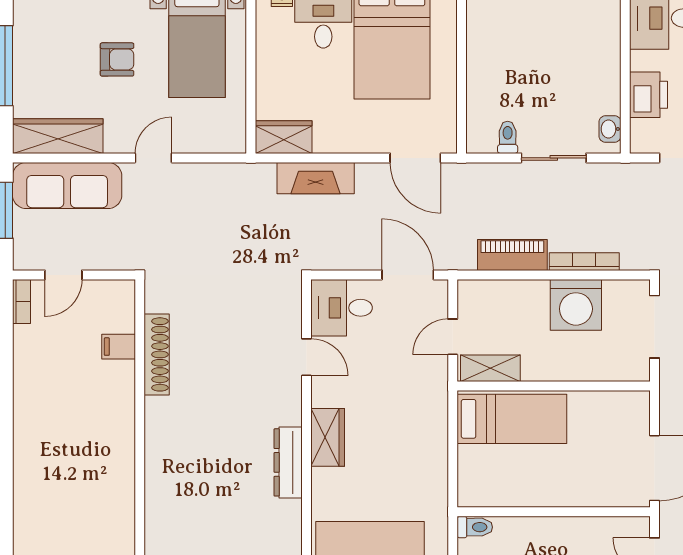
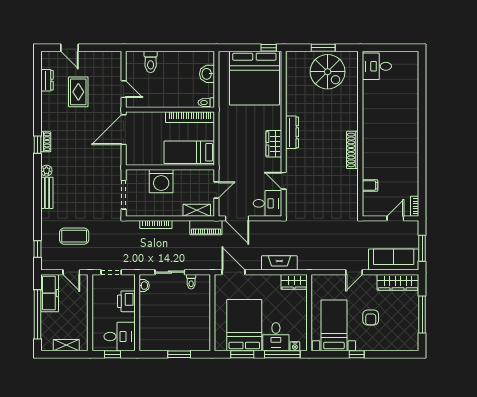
armchair: (117, 59) -> (371, 317), turned -90
piano: (512, 255) -> (206, 228), moved
washing machine: (576, 305) -> (161, 181), moved, turned 180
shoe rack: (157, 354) -> (352, 150), moved
shelving: (490, 368) -> (197, 210), moved
bookcase: (510, 495) -> (190, 117), added

